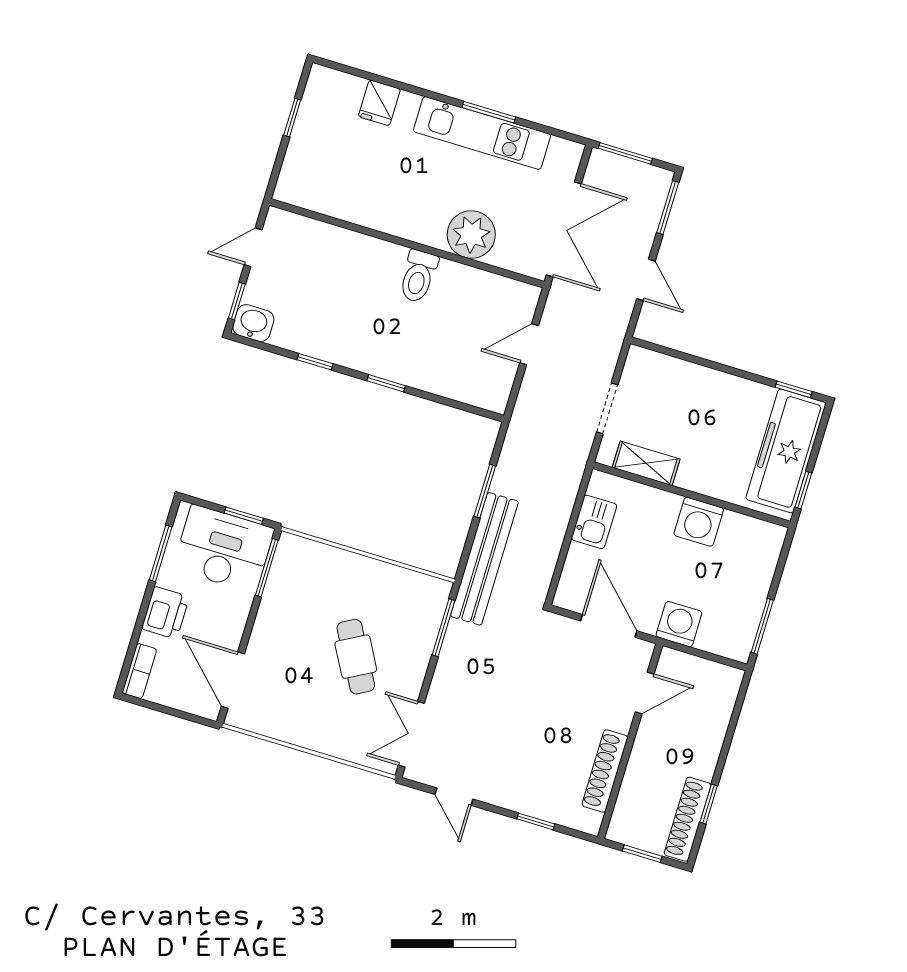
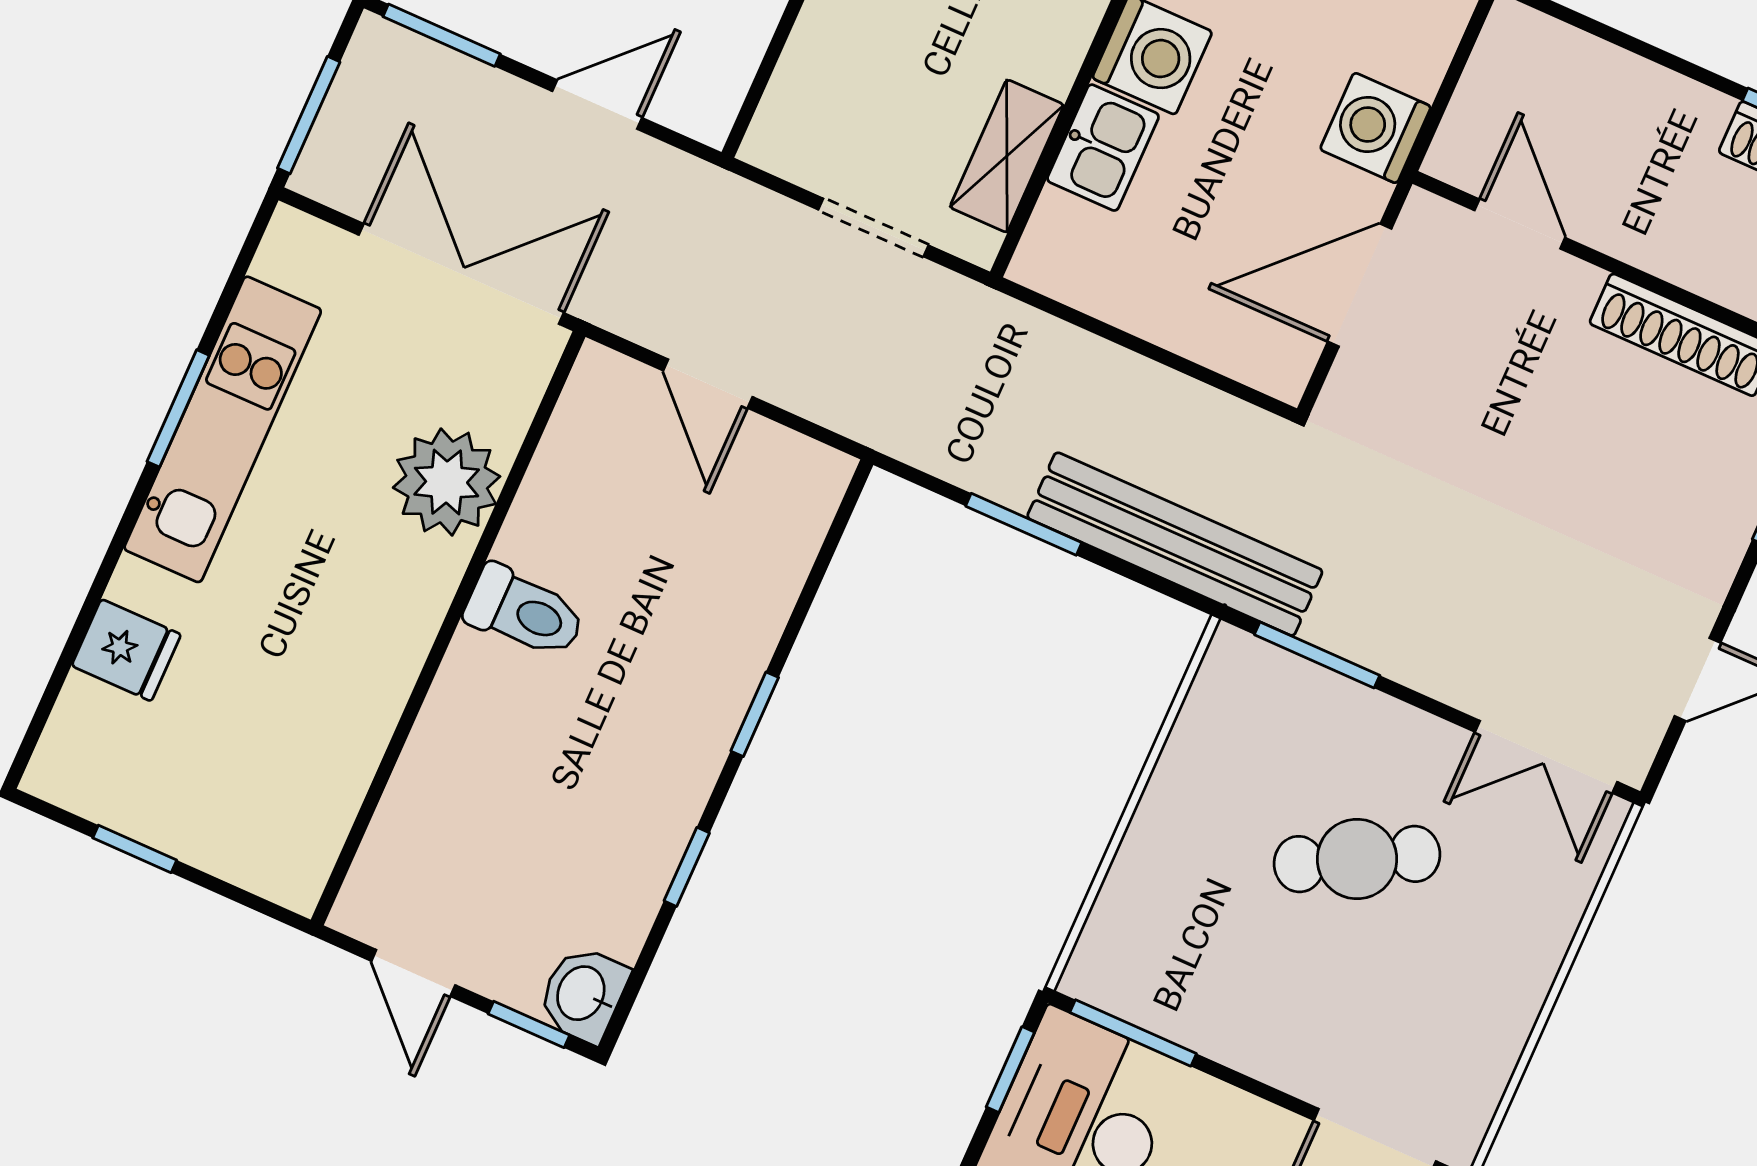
kitchen sink: (594, 522) -> (1103, 148), moved, turned 90

